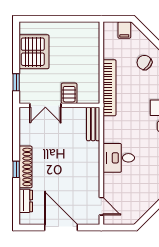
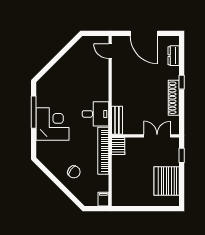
filing cabinet: (124, 30) -> (103, 199), moved
server rack: (69, 93) -> (118, 146), moved
desk: (119, 158) -> (95, 114), moved
shoe rack: (25, 167) -> (174, 98), moved

